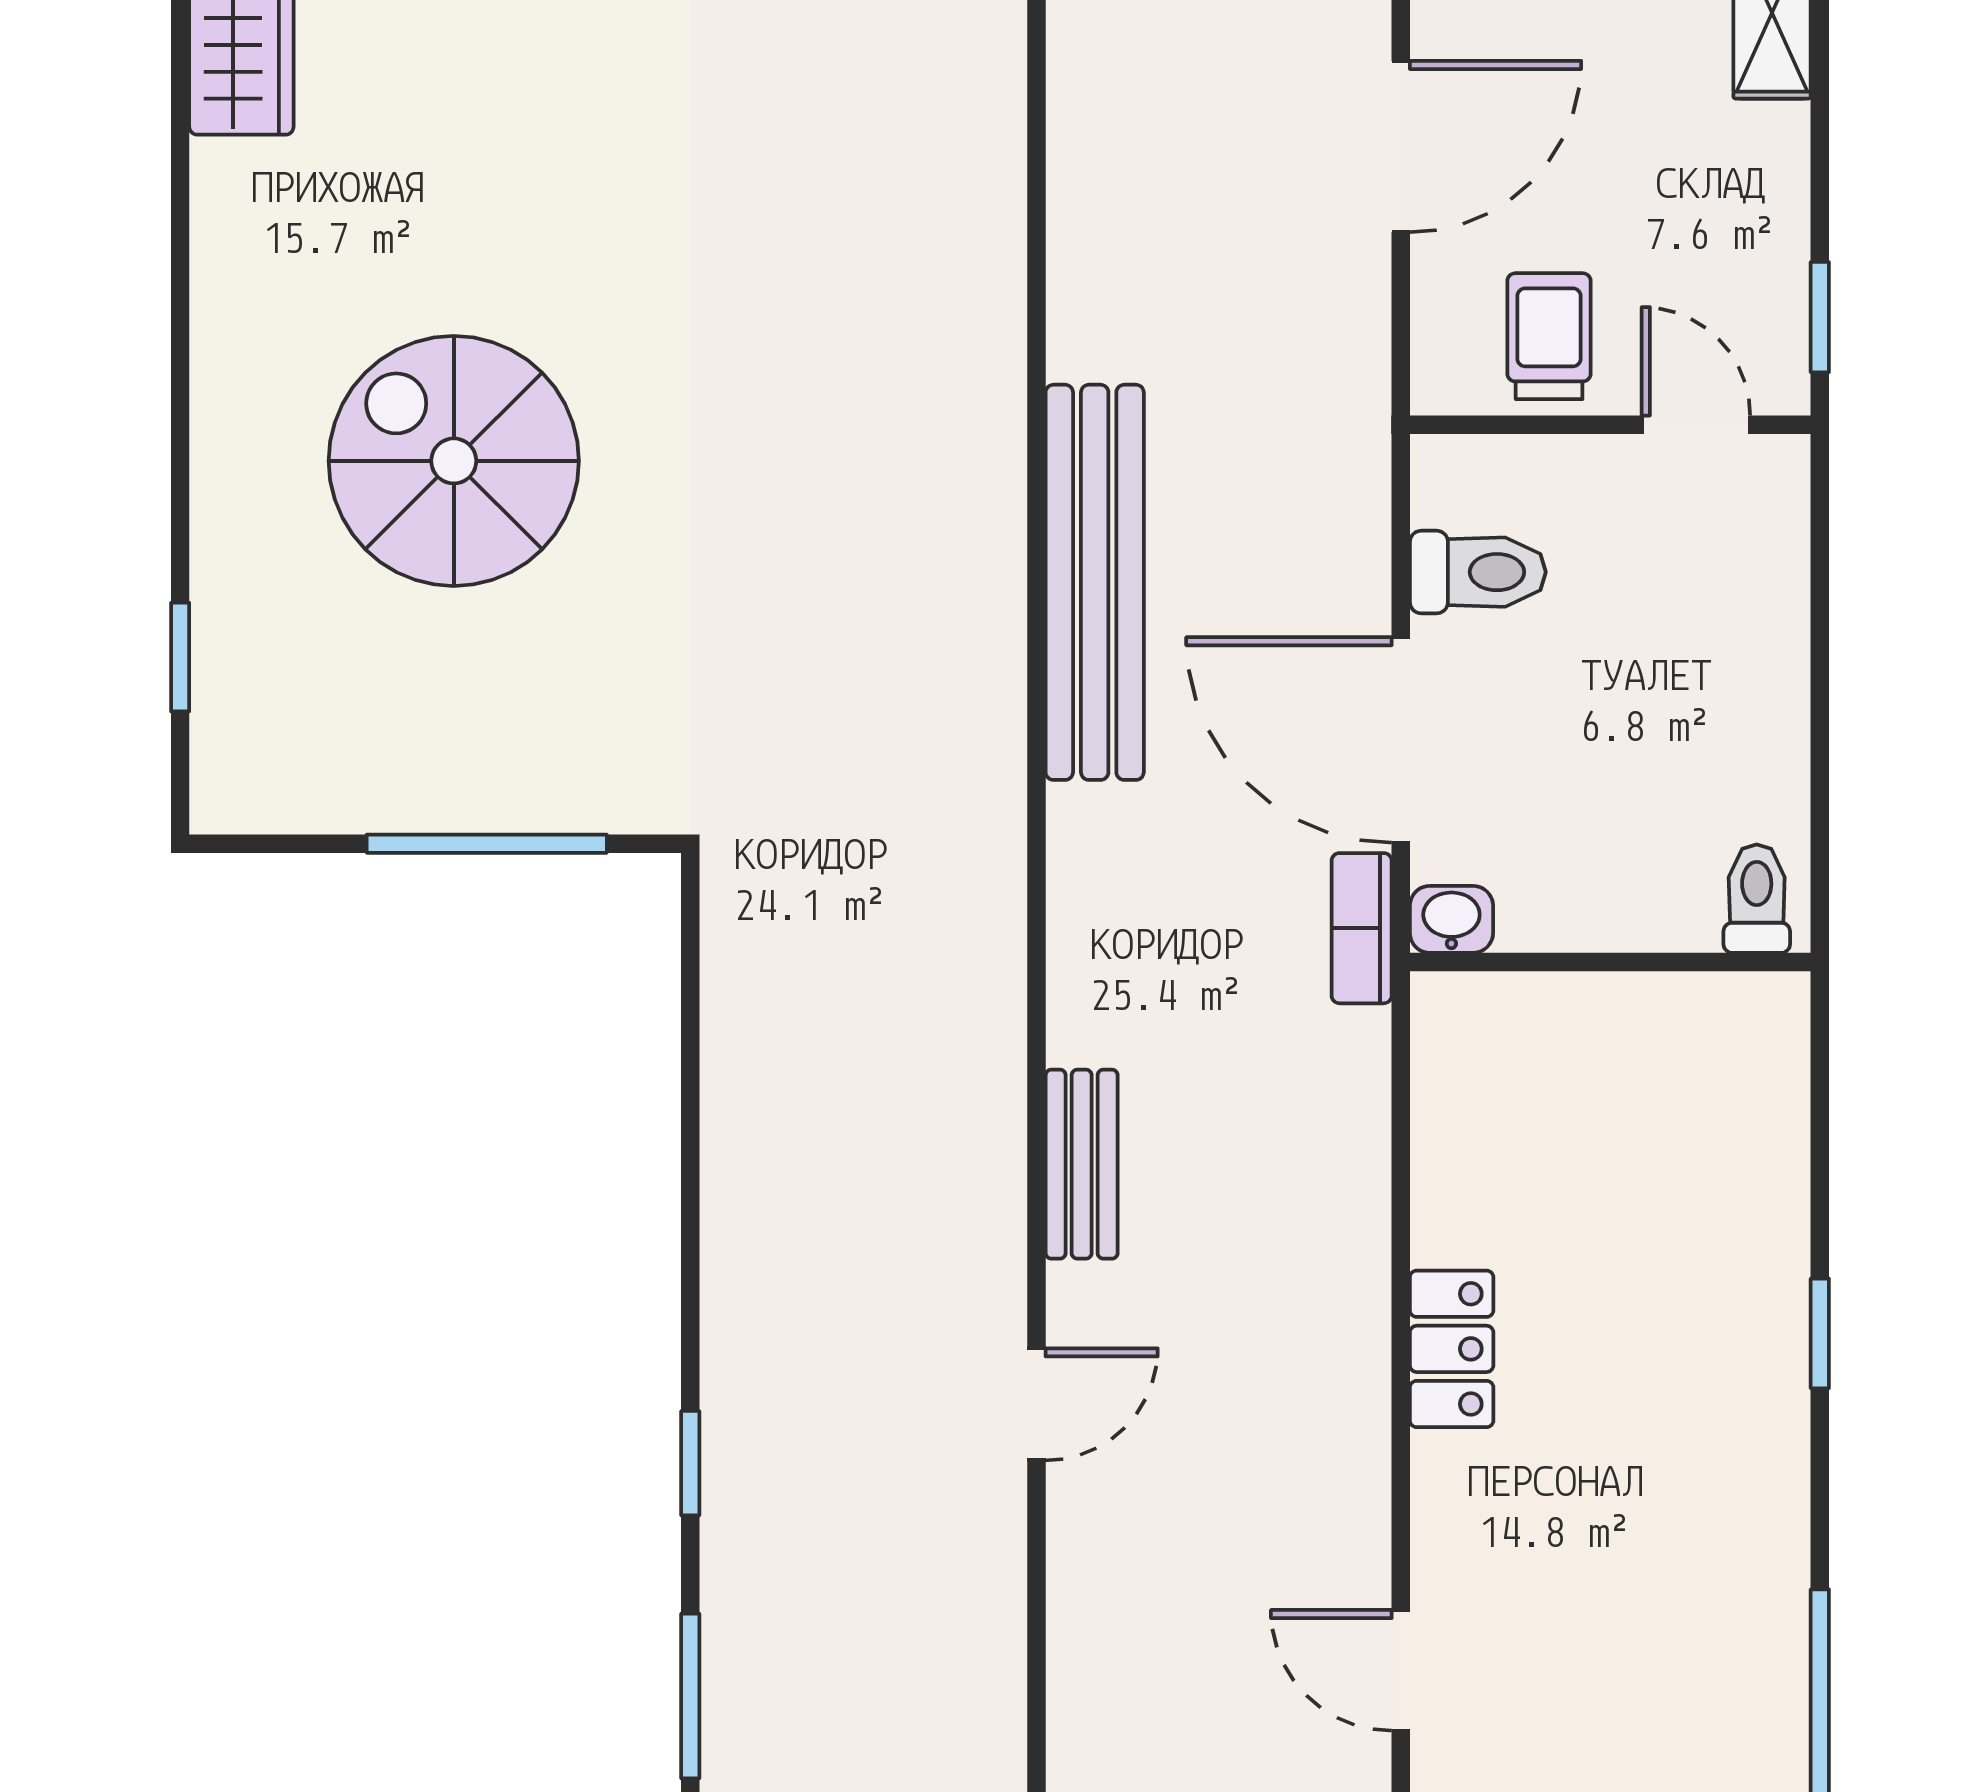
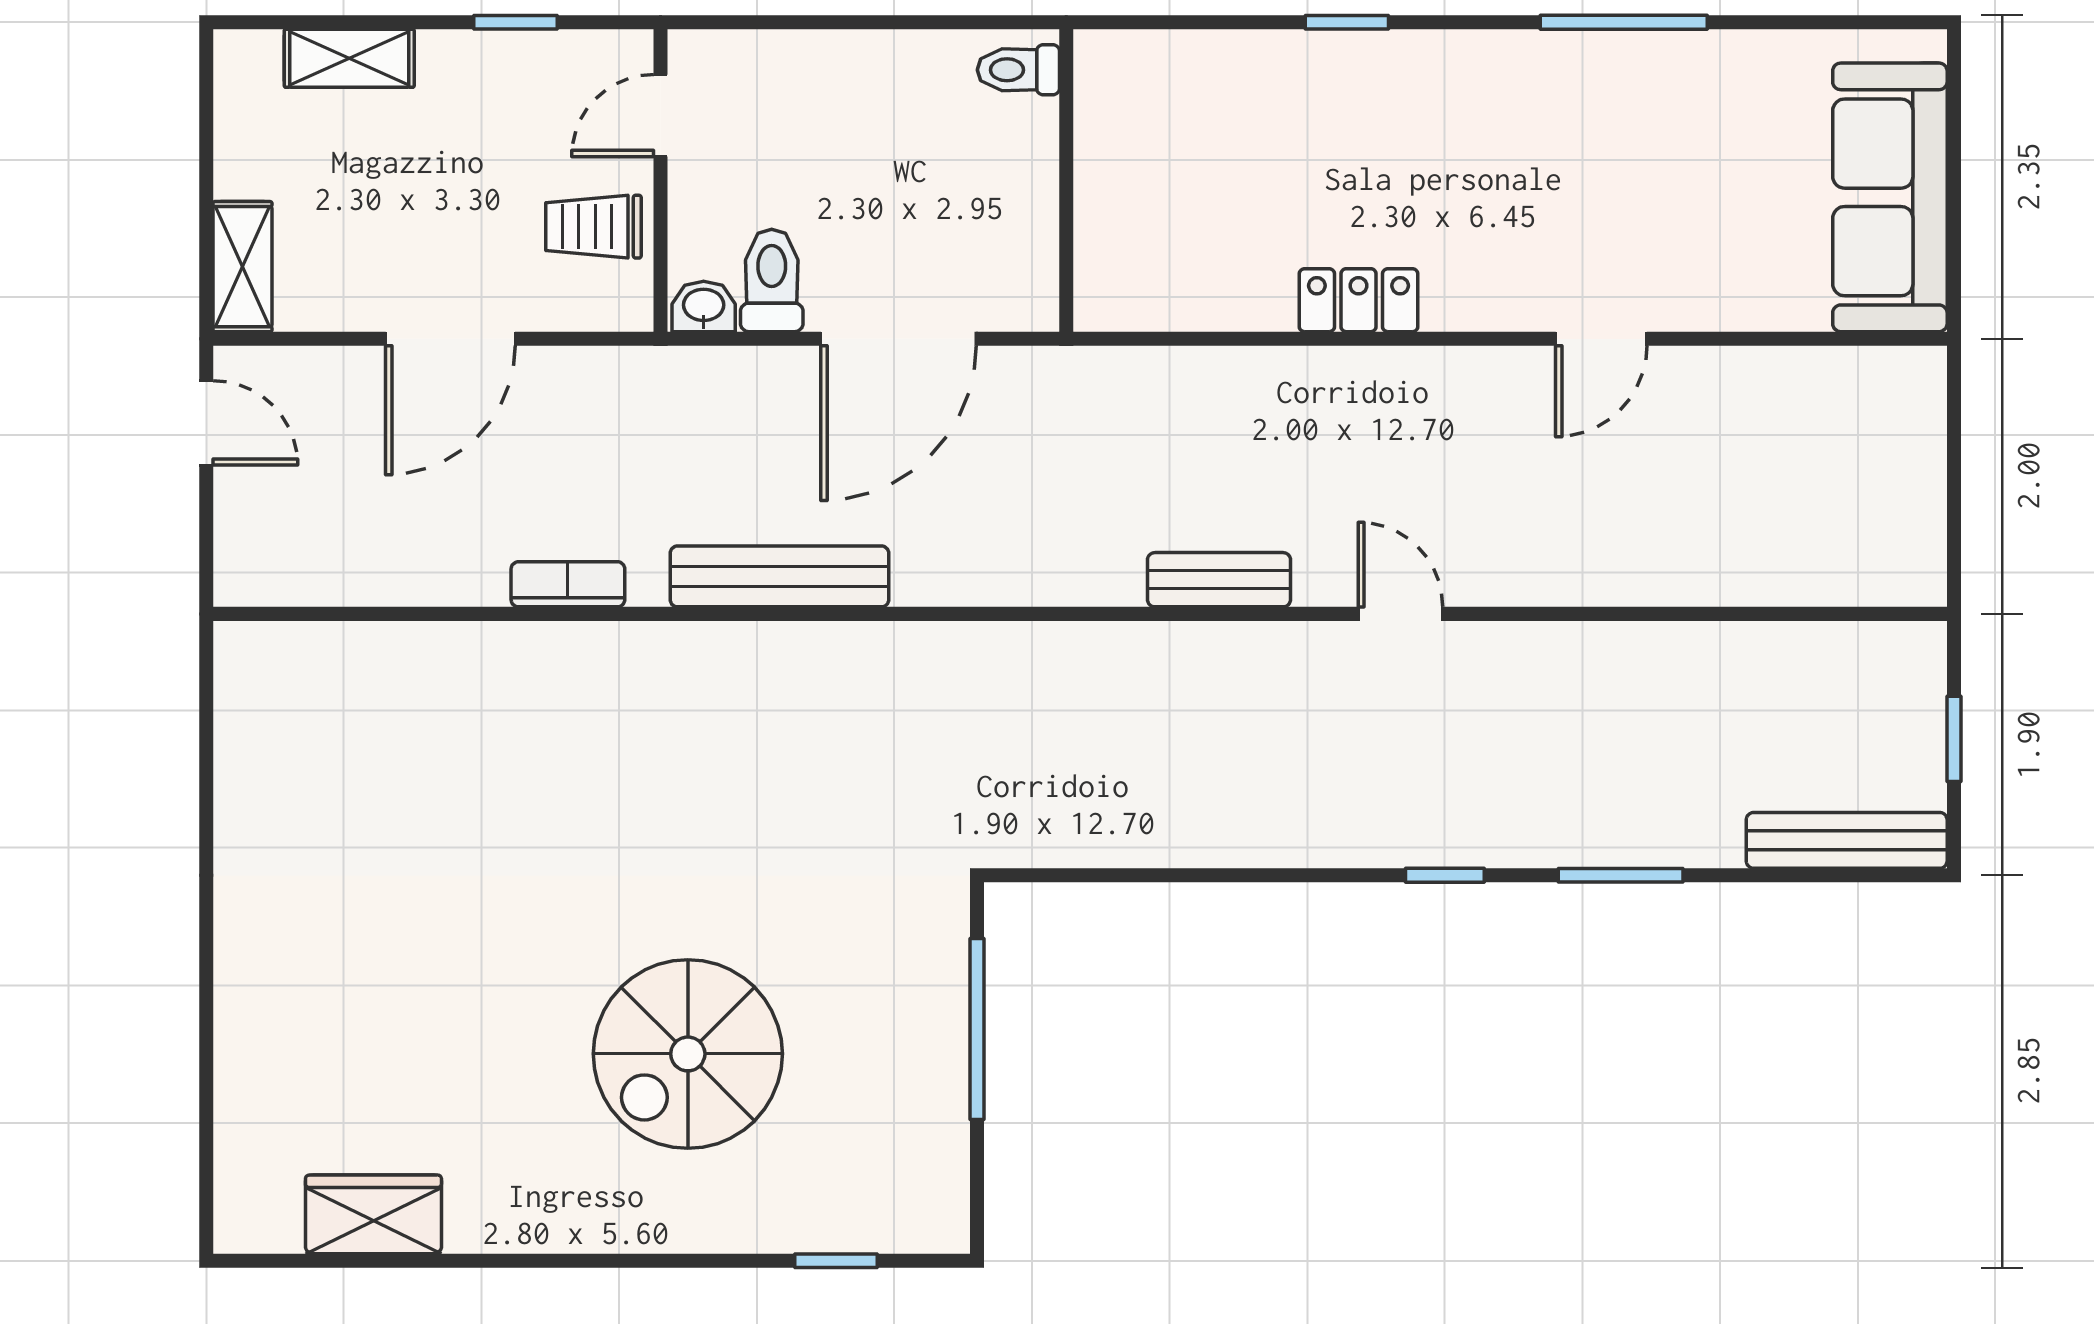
door: (1401, 147) -> (450, 339), swing flipped
window: (1820, 317) -> (515, 22), moved
bench: (1095, 582) -> (779, 576), width x0.73, depth x0.82
washbasin: (1451, 919) -> (704, 306), moved, turned 90
bookcase: (1362, 928) -> (568, 584), moved, turned 180

